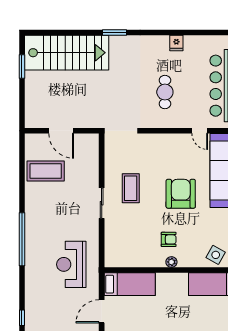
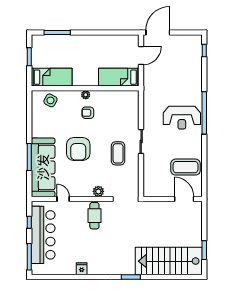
cafe table: (165, 92) -> (94, 216), moved
door: (61, 131) -> (184, 199), moved
plant: (155, 140) -> (98, 191), added
reception desk: (71, 264) -> (182, 118), moved, turned 90

